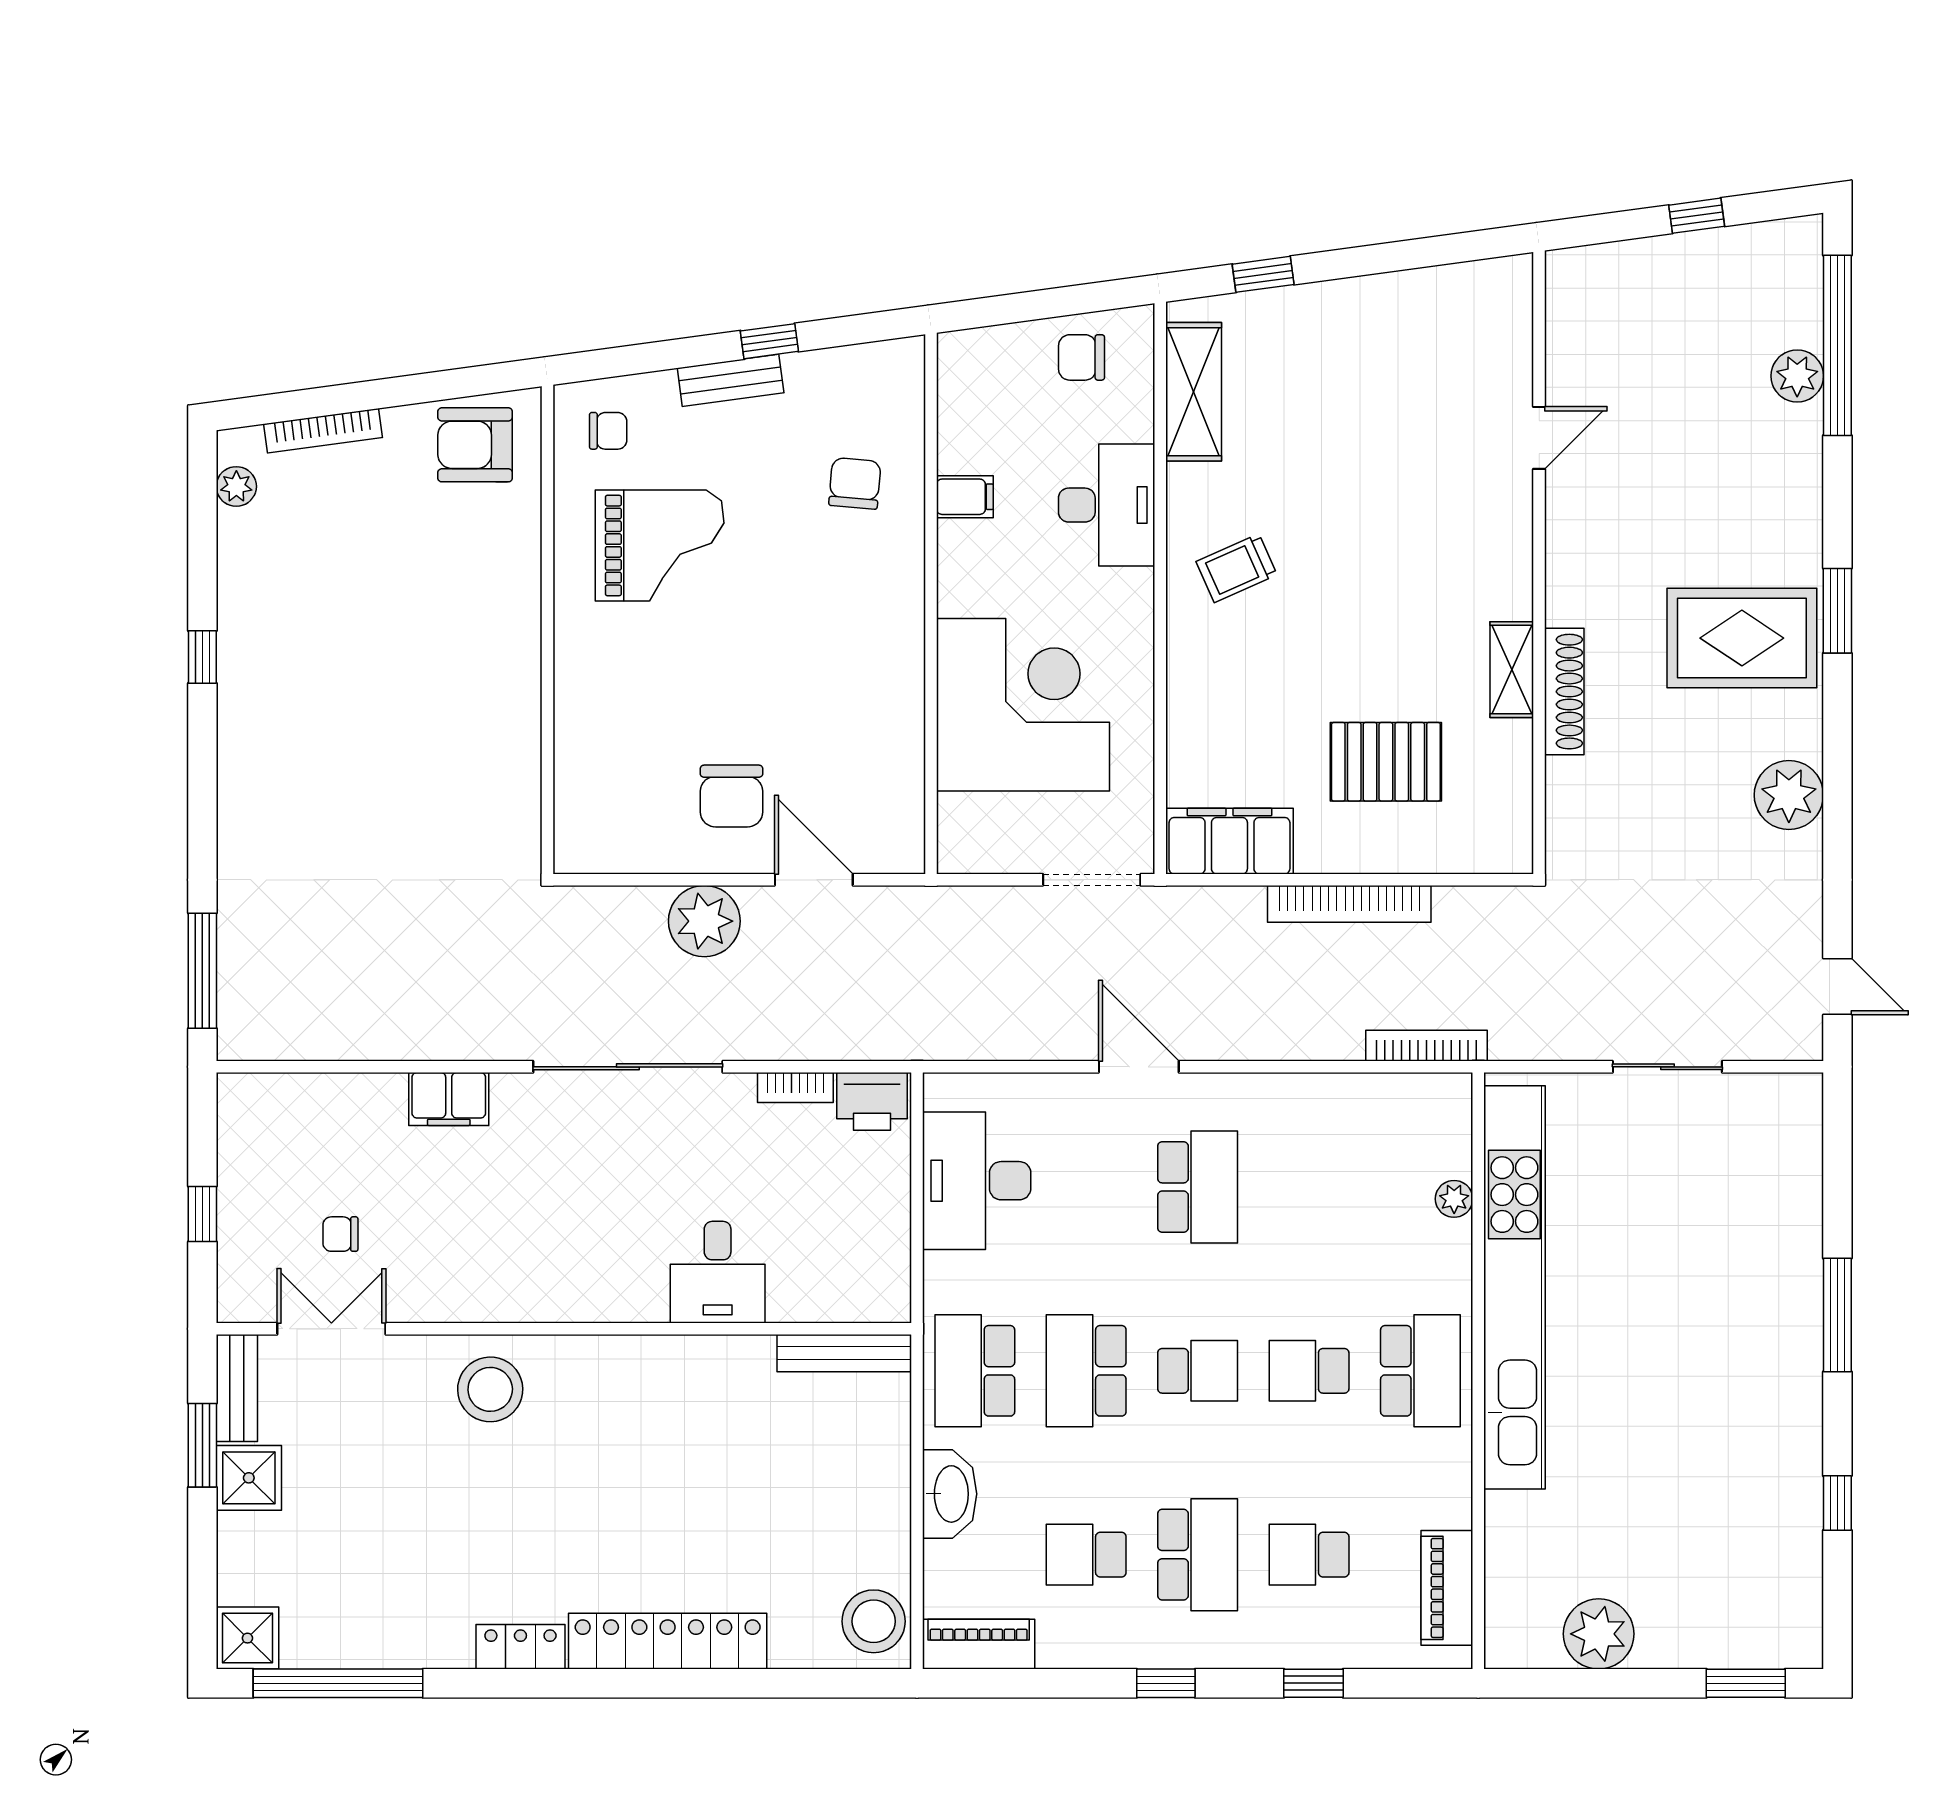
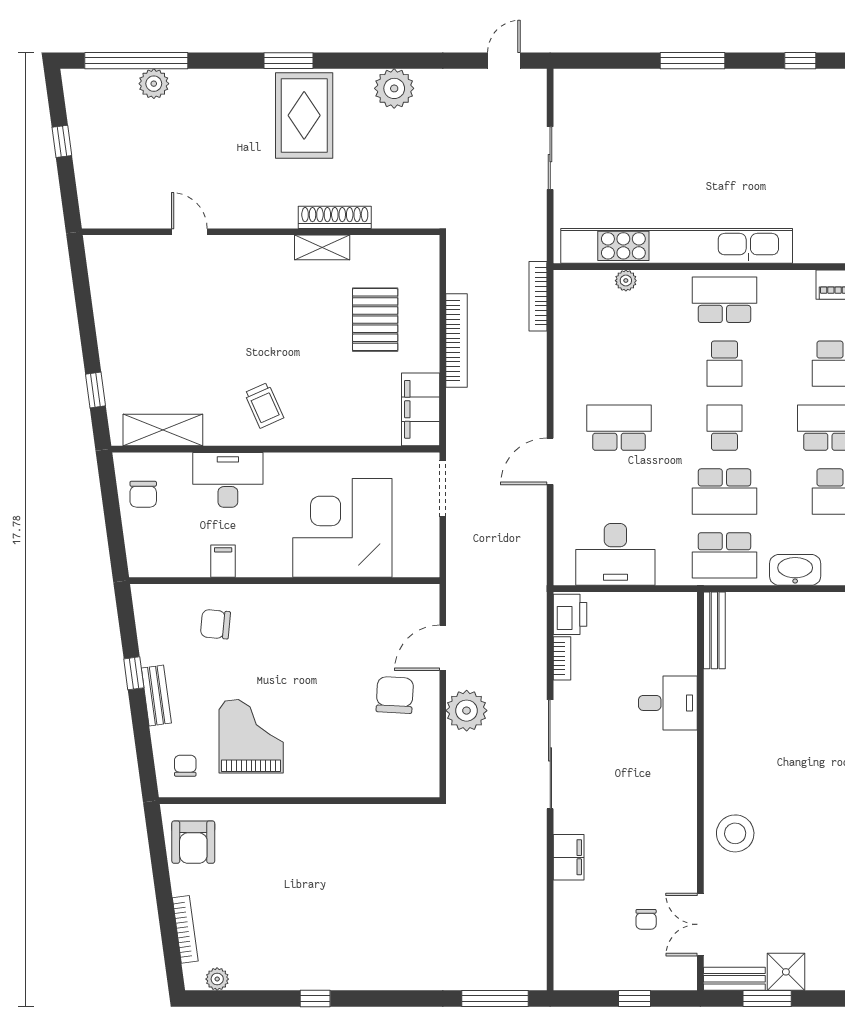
chair: (731, 796) -> (395, 695), turned -87

